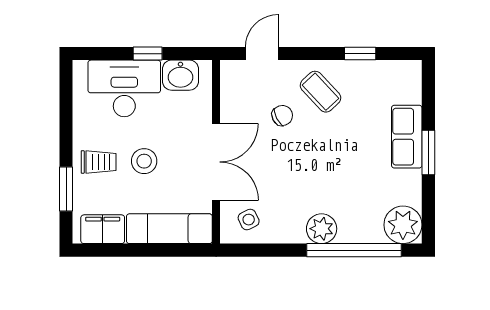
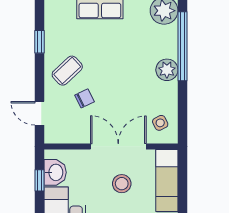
window: (148, 54) -> (39, 180), moved
chair: (282, 115) -> (85, 98), turned 92
stool: (144, 161) -> (122, 184), moved

